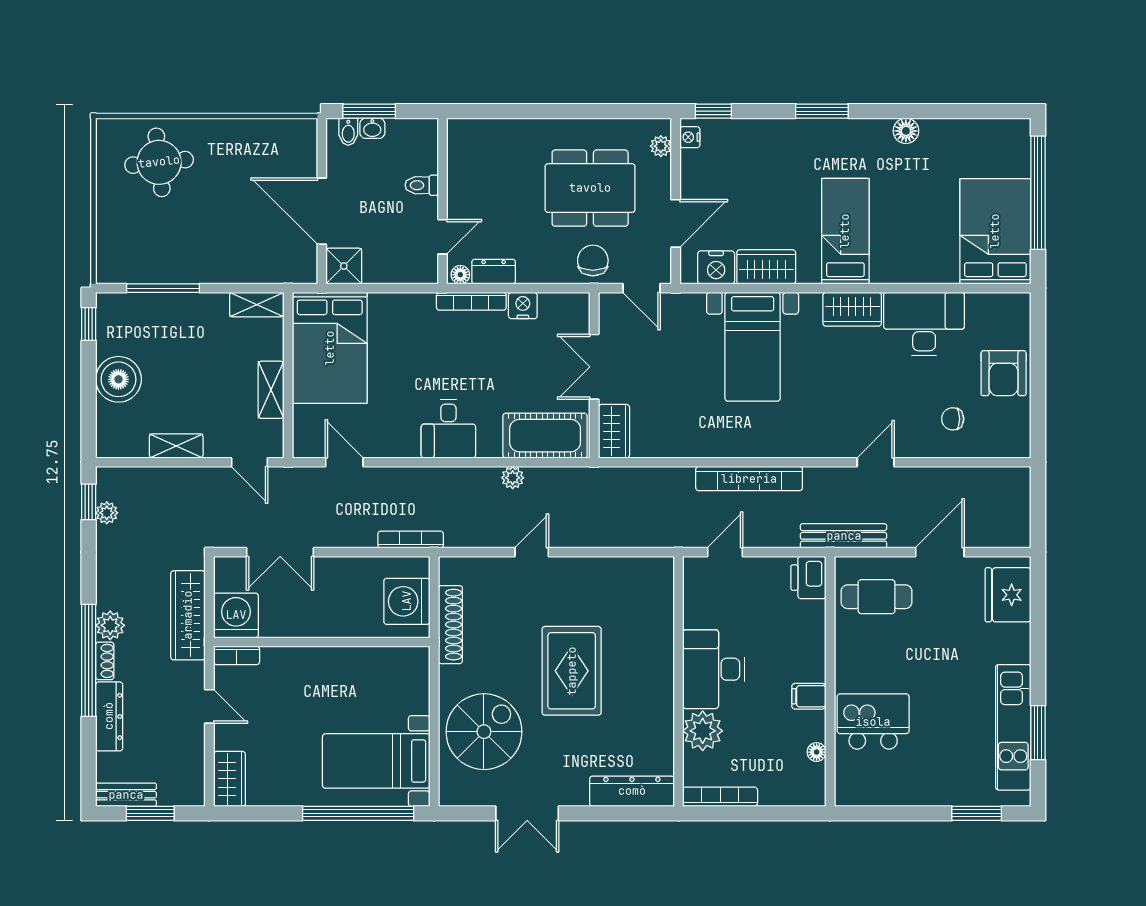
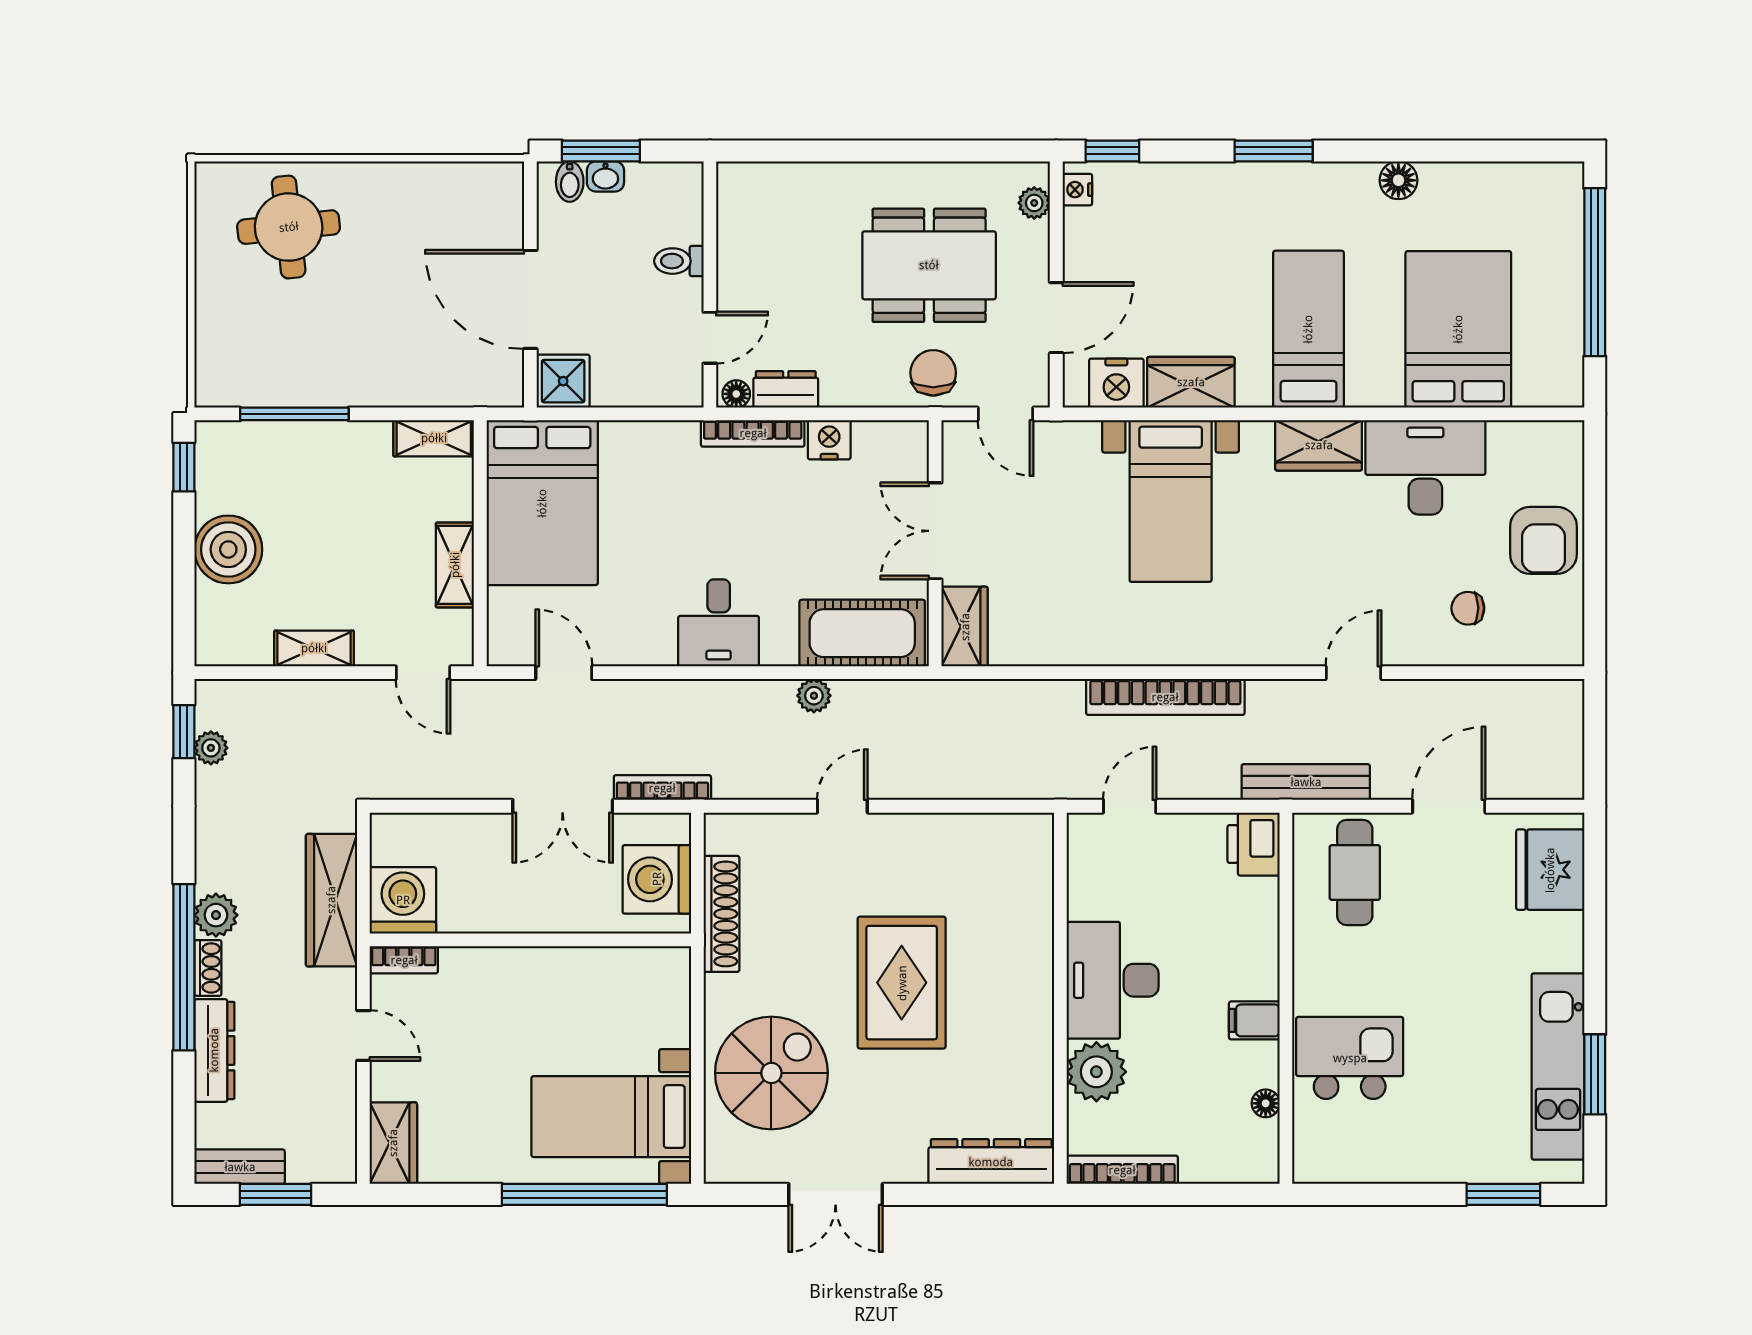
bed: (995, 231) -> (1458, 329), moved
double door: (280, 552) -> (563, 806), moved
cafe table: (877, 597) -> (1355, 872), turned 90

